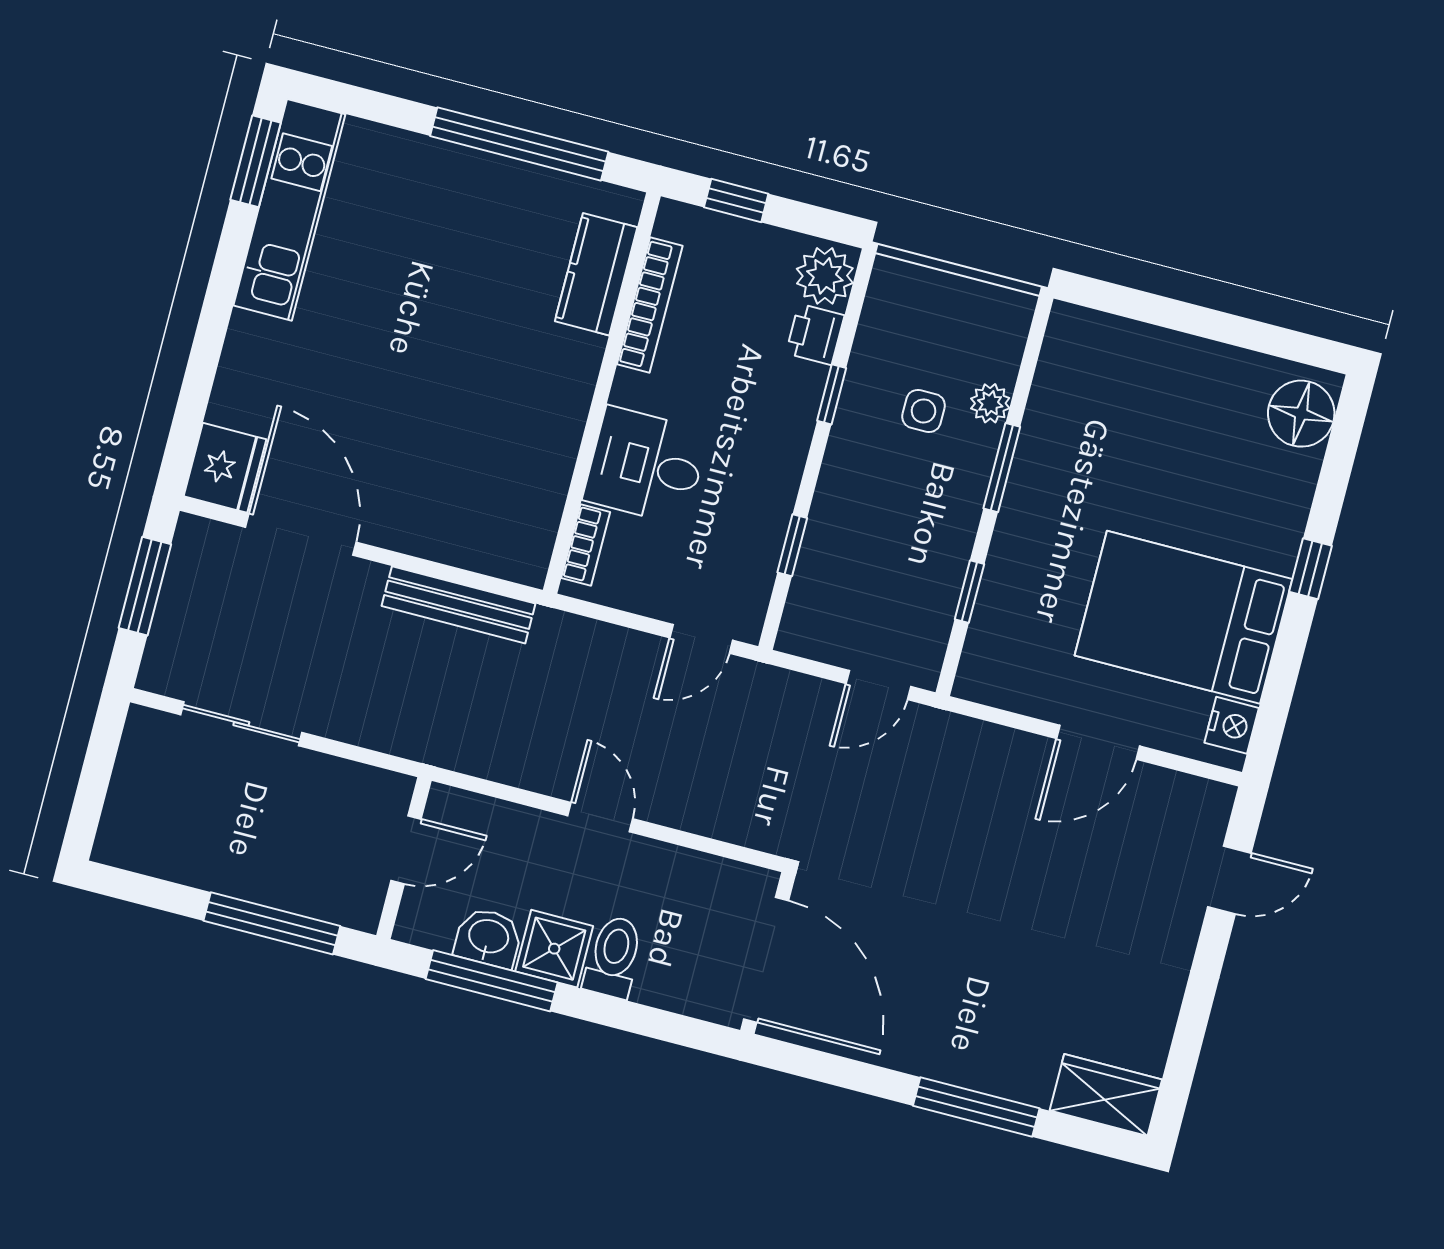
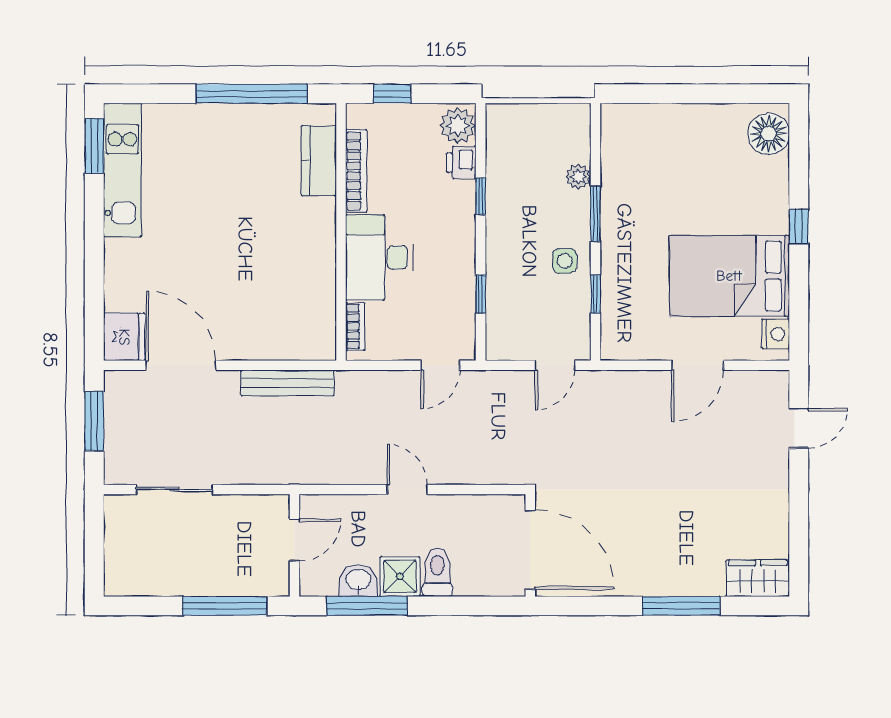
side table: (923, 411) -> (565, 261), moved
desk: (646, 466) -> (379, 257), width x1.37

